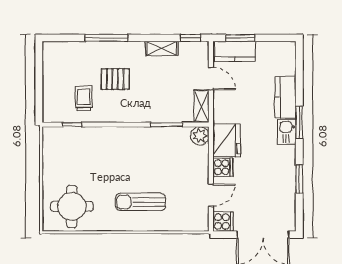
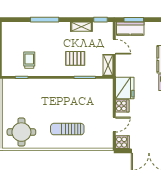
pallet: (115, 79) -> (75, 58), moved
plant: (200, 136) -> (107, 85), removed

